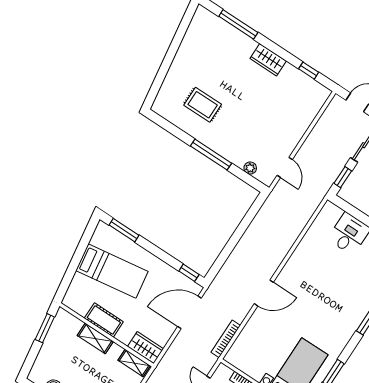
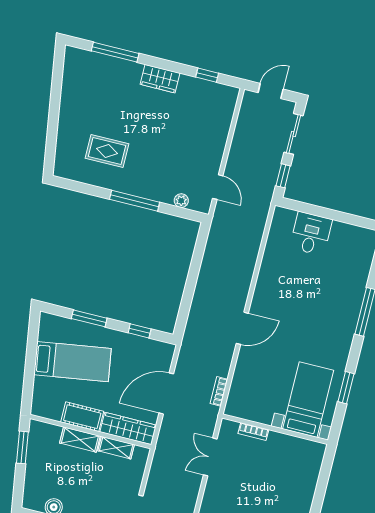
window: (124, 230) -> (89, 318), moved
window: (189, 273) -> (140, 331), moved
door: (189, 312) -> (166, 393), moved
bookcase: (226, 339) -> (219, 391), width x0.64
wardrobe: (146, 348) -> (128, 429), width x1.50
shelving: (134, 363) -> (116, 448), moved

